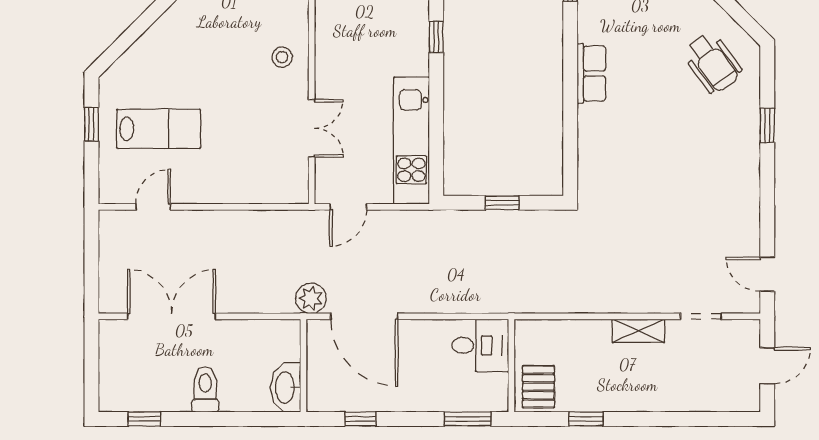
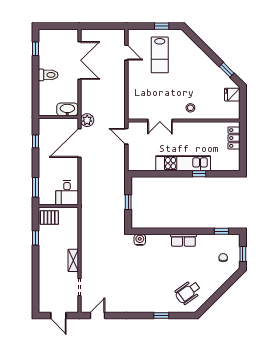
kitchen unit: (411, 141) -> (183, 163), moved
water cooler: (590, 175) -> (140, 240), added
washbasin: (286, 387) -> (67, 109), moved

